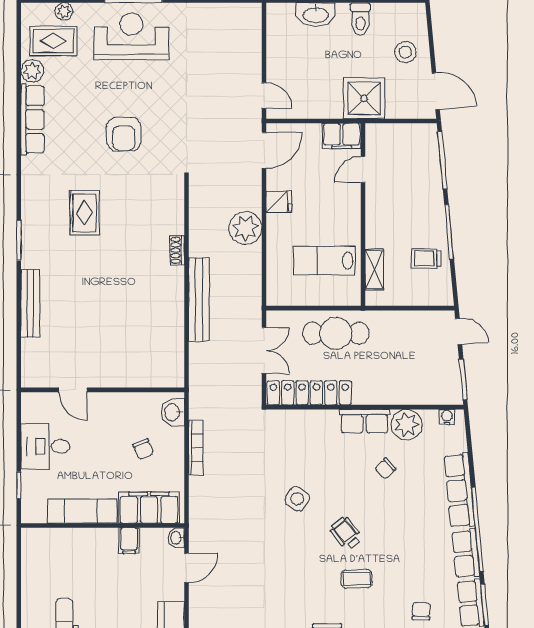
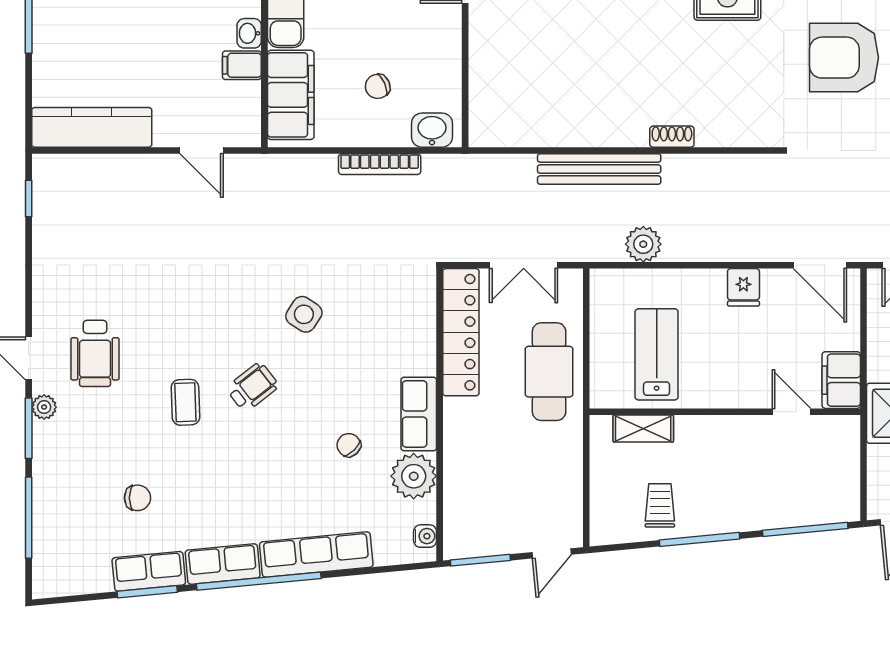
armchair: (124, 134) -> (844, 58), width x1.36, depth x1.36
plant: (245, 228) -> (643, 244), moved, width x0.73, depth x0.73
washbasin: (176, 538) -> (249, 33), moved, turned -90

